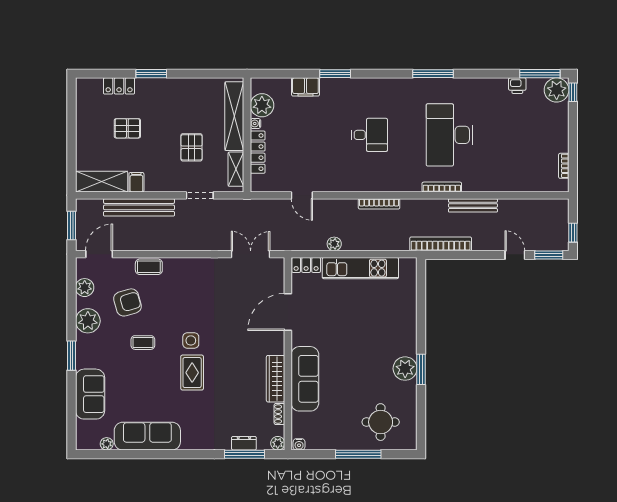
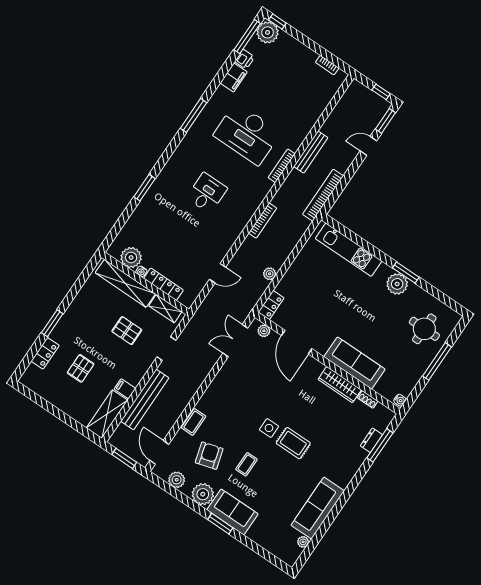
filing cabinet: (305, 87) -> (234, 77), moved
kitchen unit: (360, 268) -> (349, 250), moved, turned 90
sofa: (90, 394) -> (232, 512), moved
plant: (278, 443) -> (264, 331), moved

